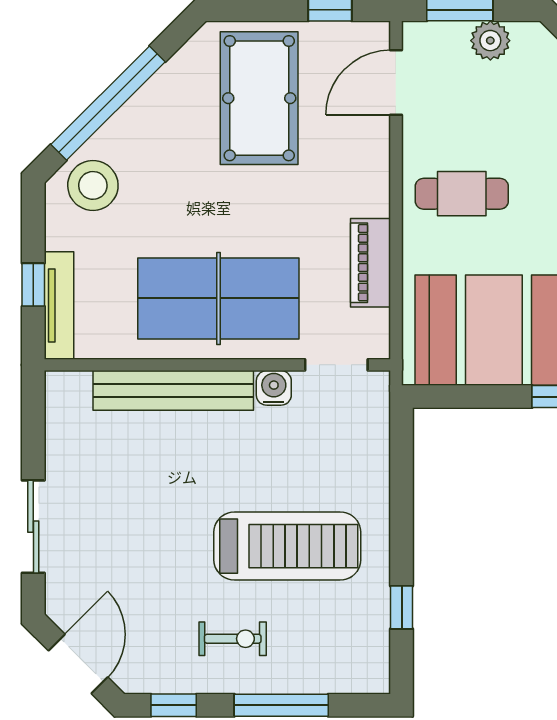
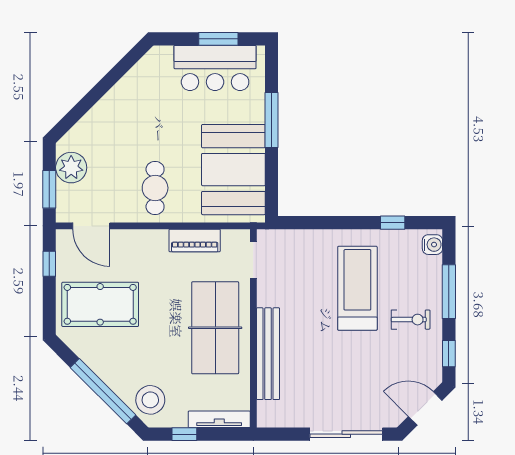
plant: (490, 41) -> (71, 168), width x1.36, depth x1.36
window: (33, 285) -> (184, 434), moved
water cooler: (274, 388) -> (432, 245), moved, turned 180
sliding door: (33, 527) -> (346, 434), width x1.37
exercise bike: (233, 639) -> (411, 320), turned 90

